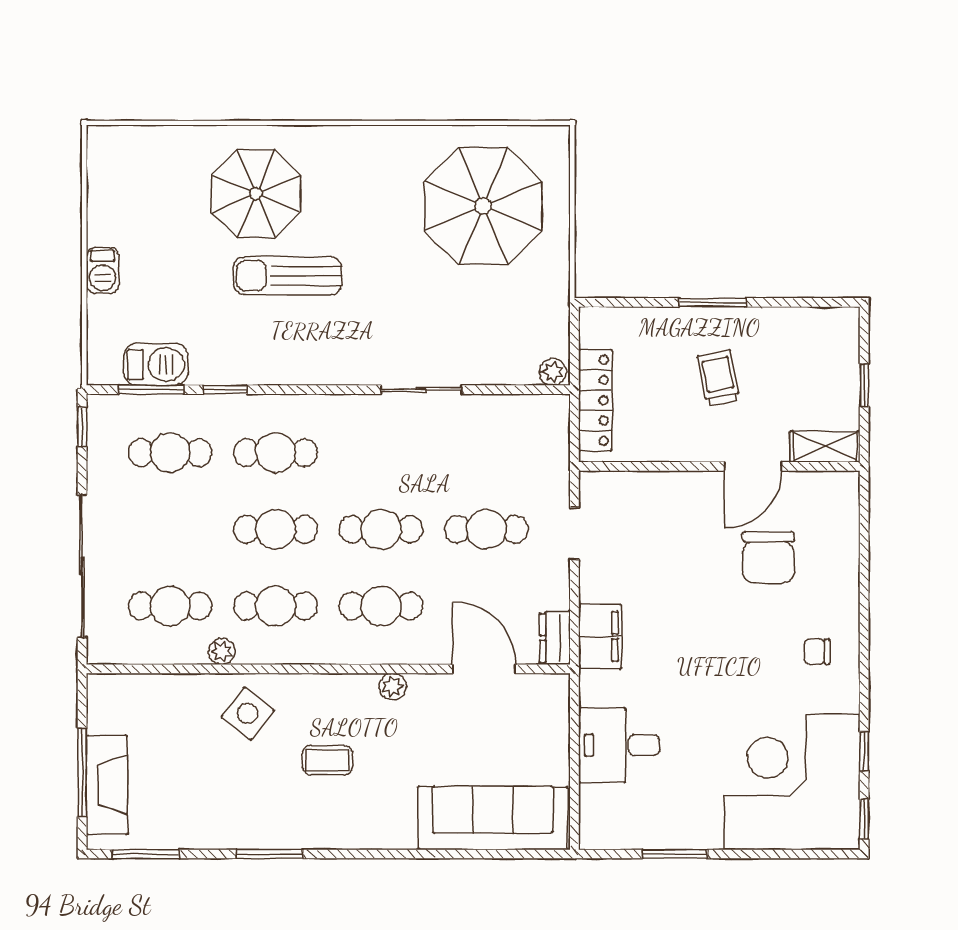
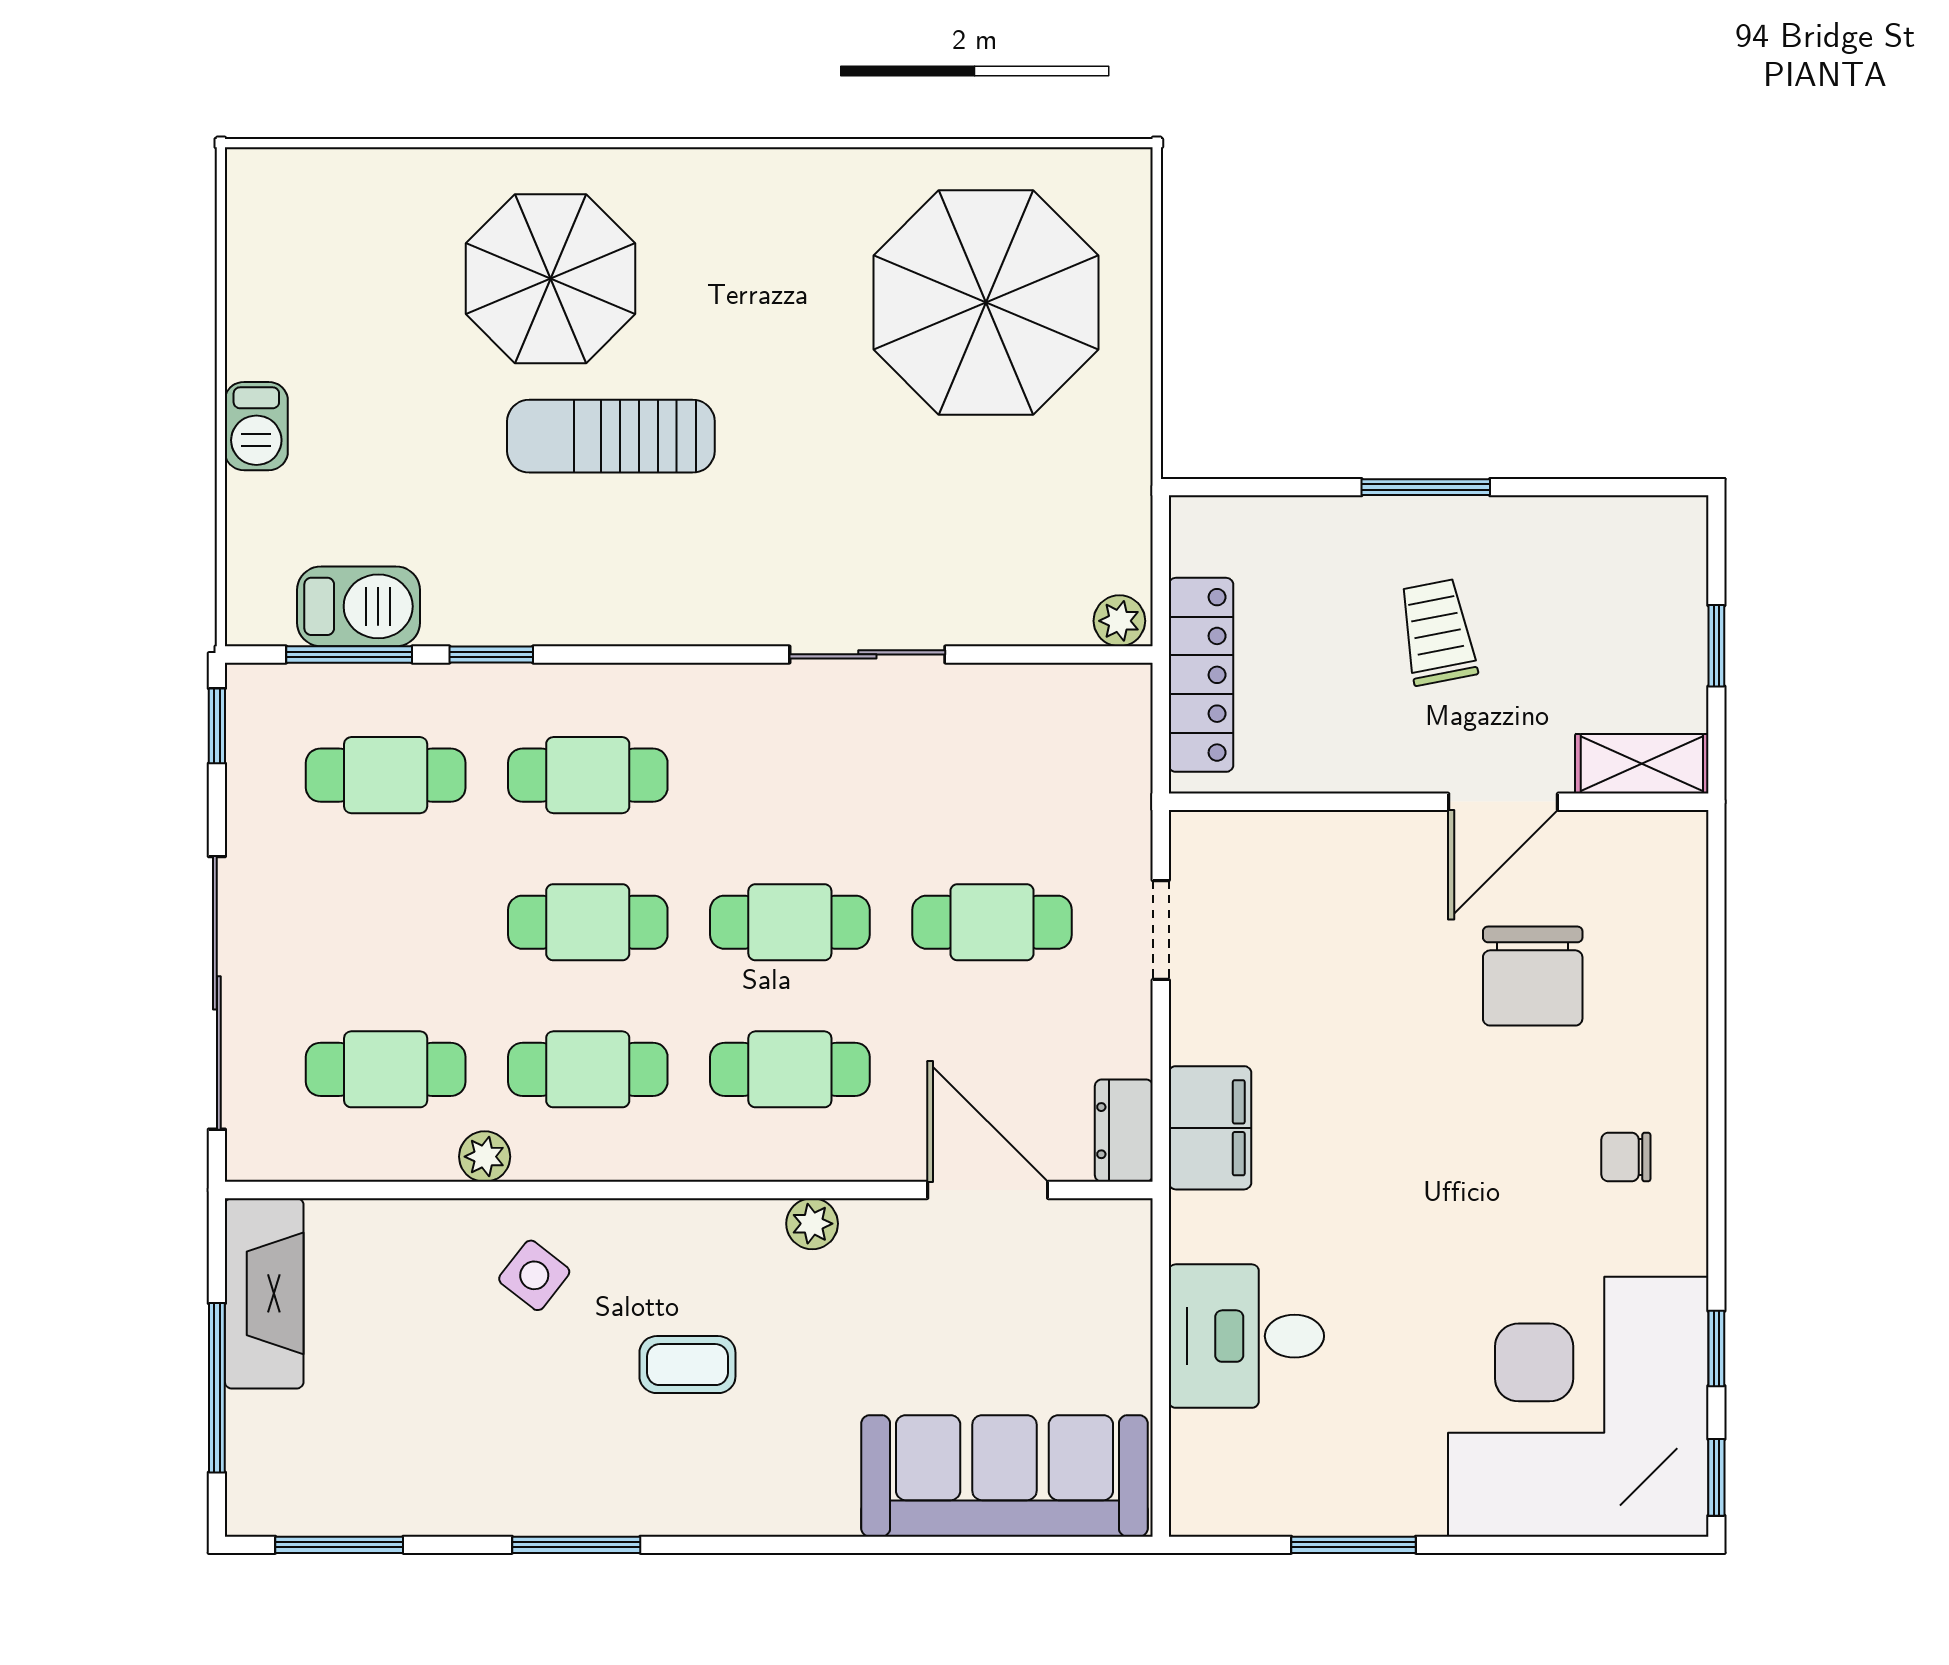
side table: (248, 713) -> (534, 1275), width x0.73, depth x0.73
fireplace: (107, 785) -> (264, 1293), moved

